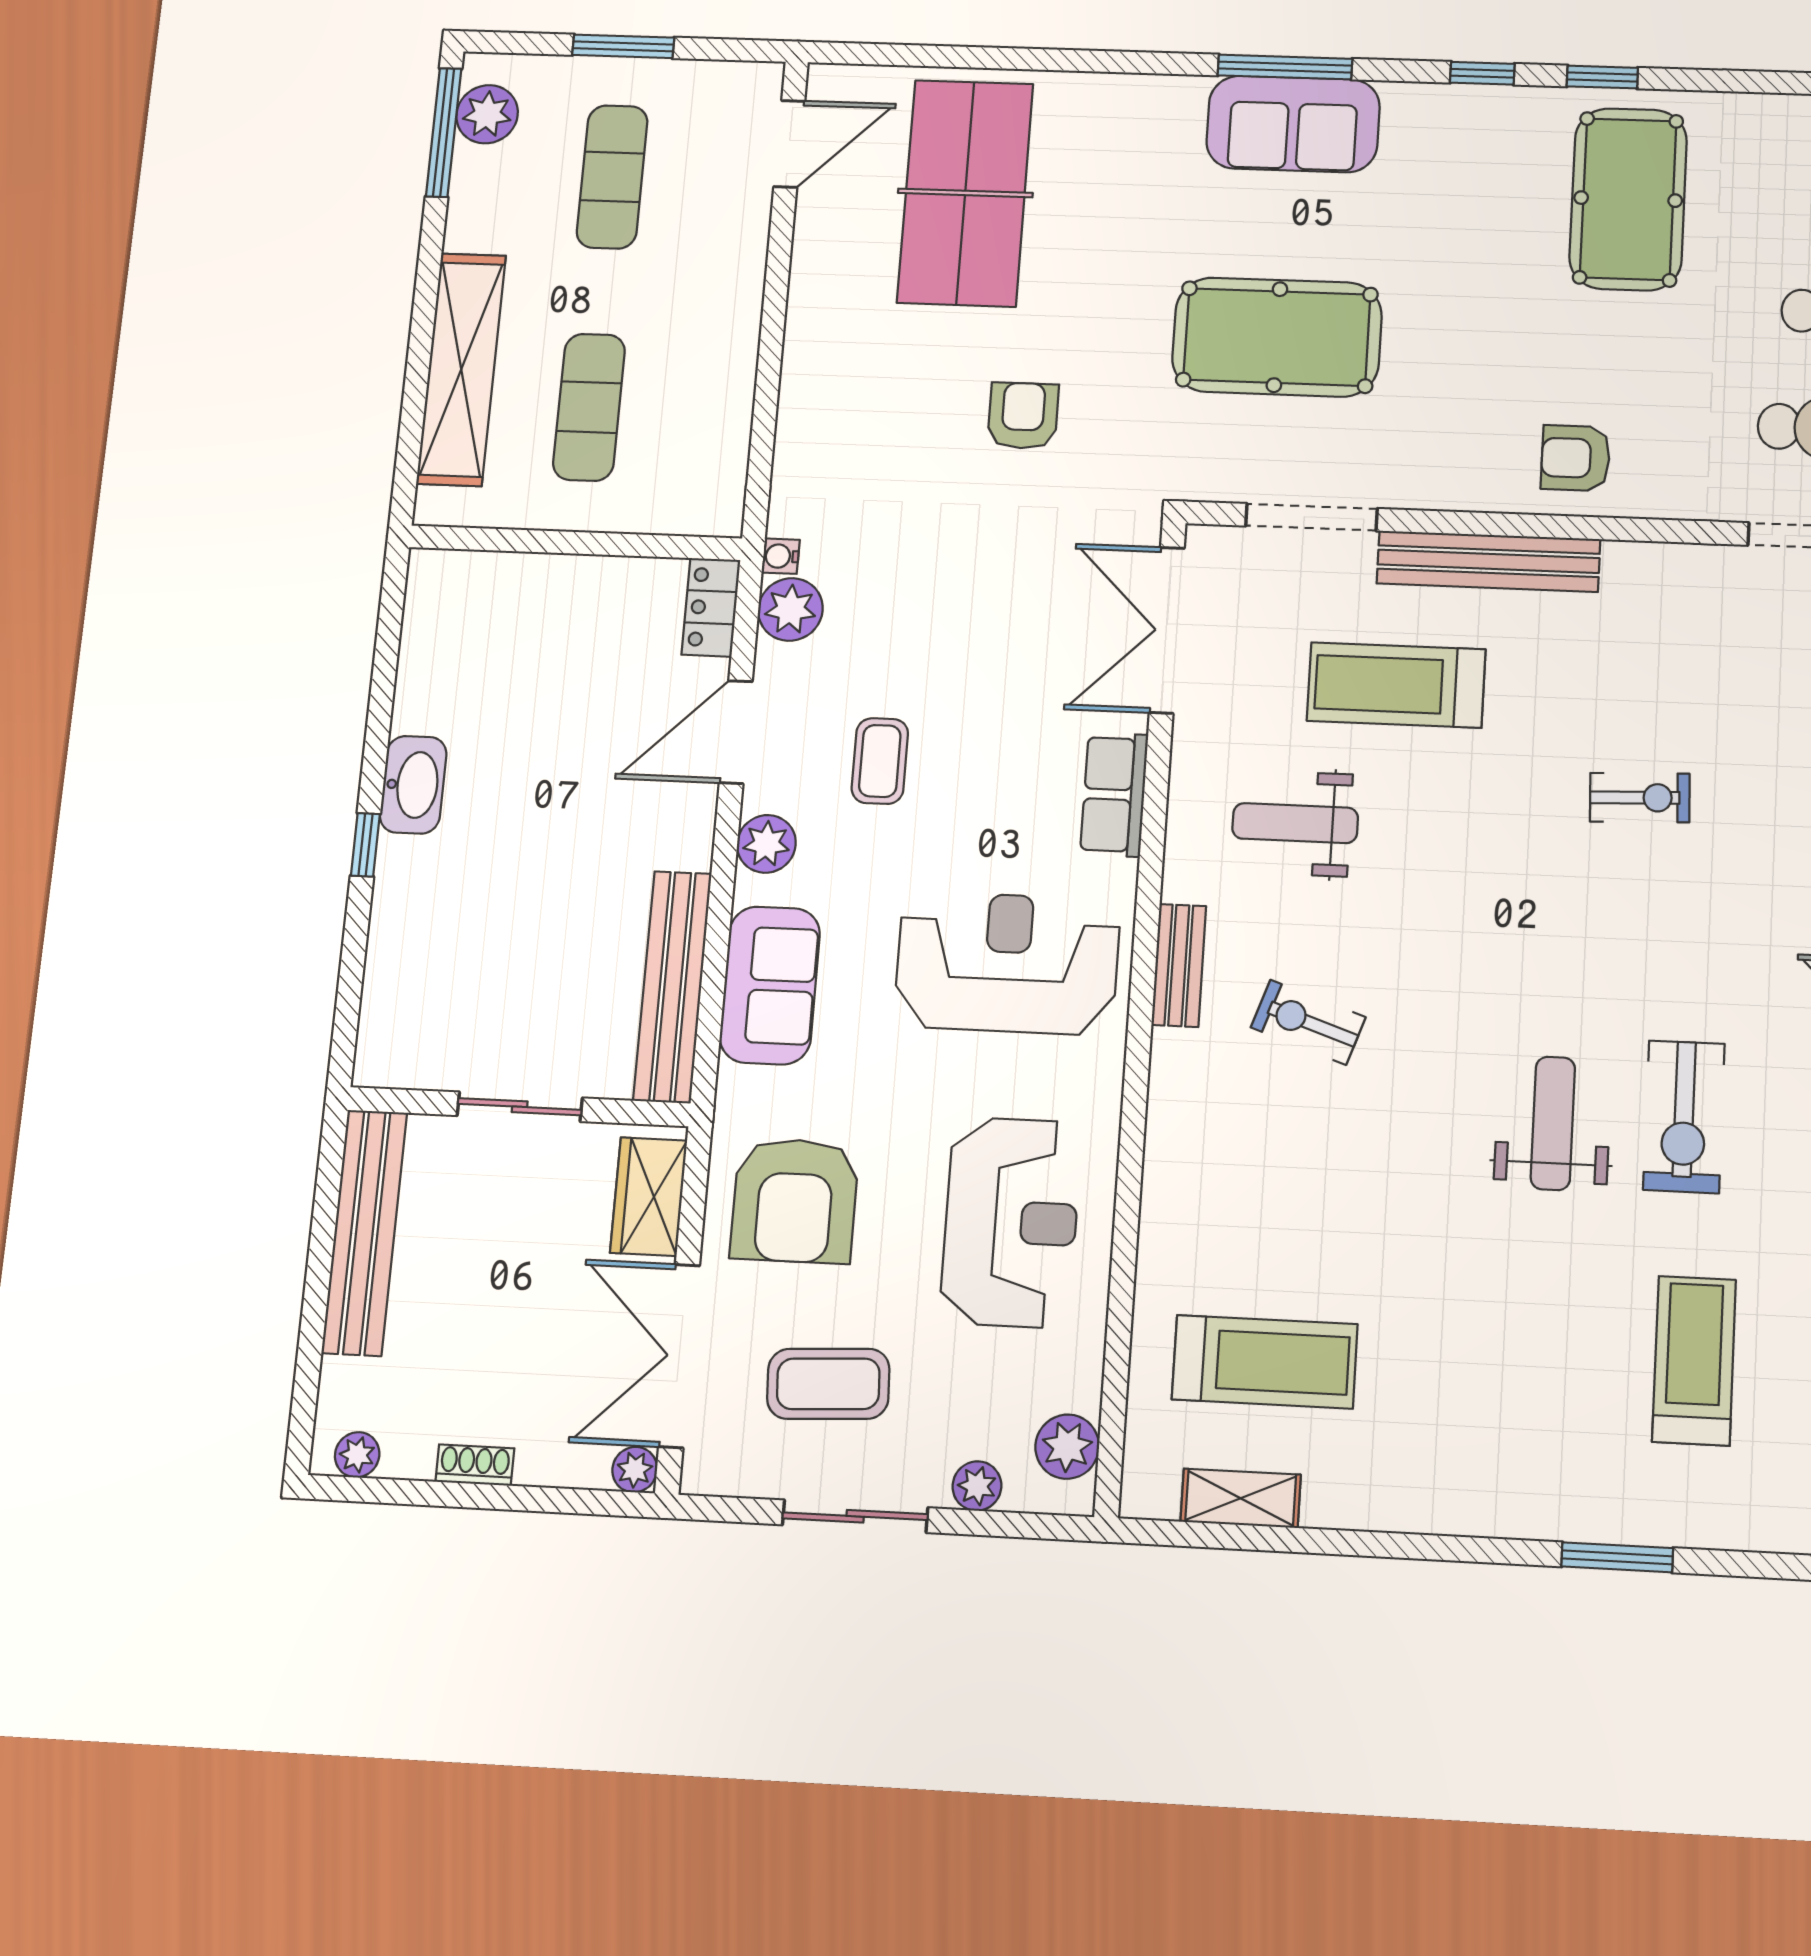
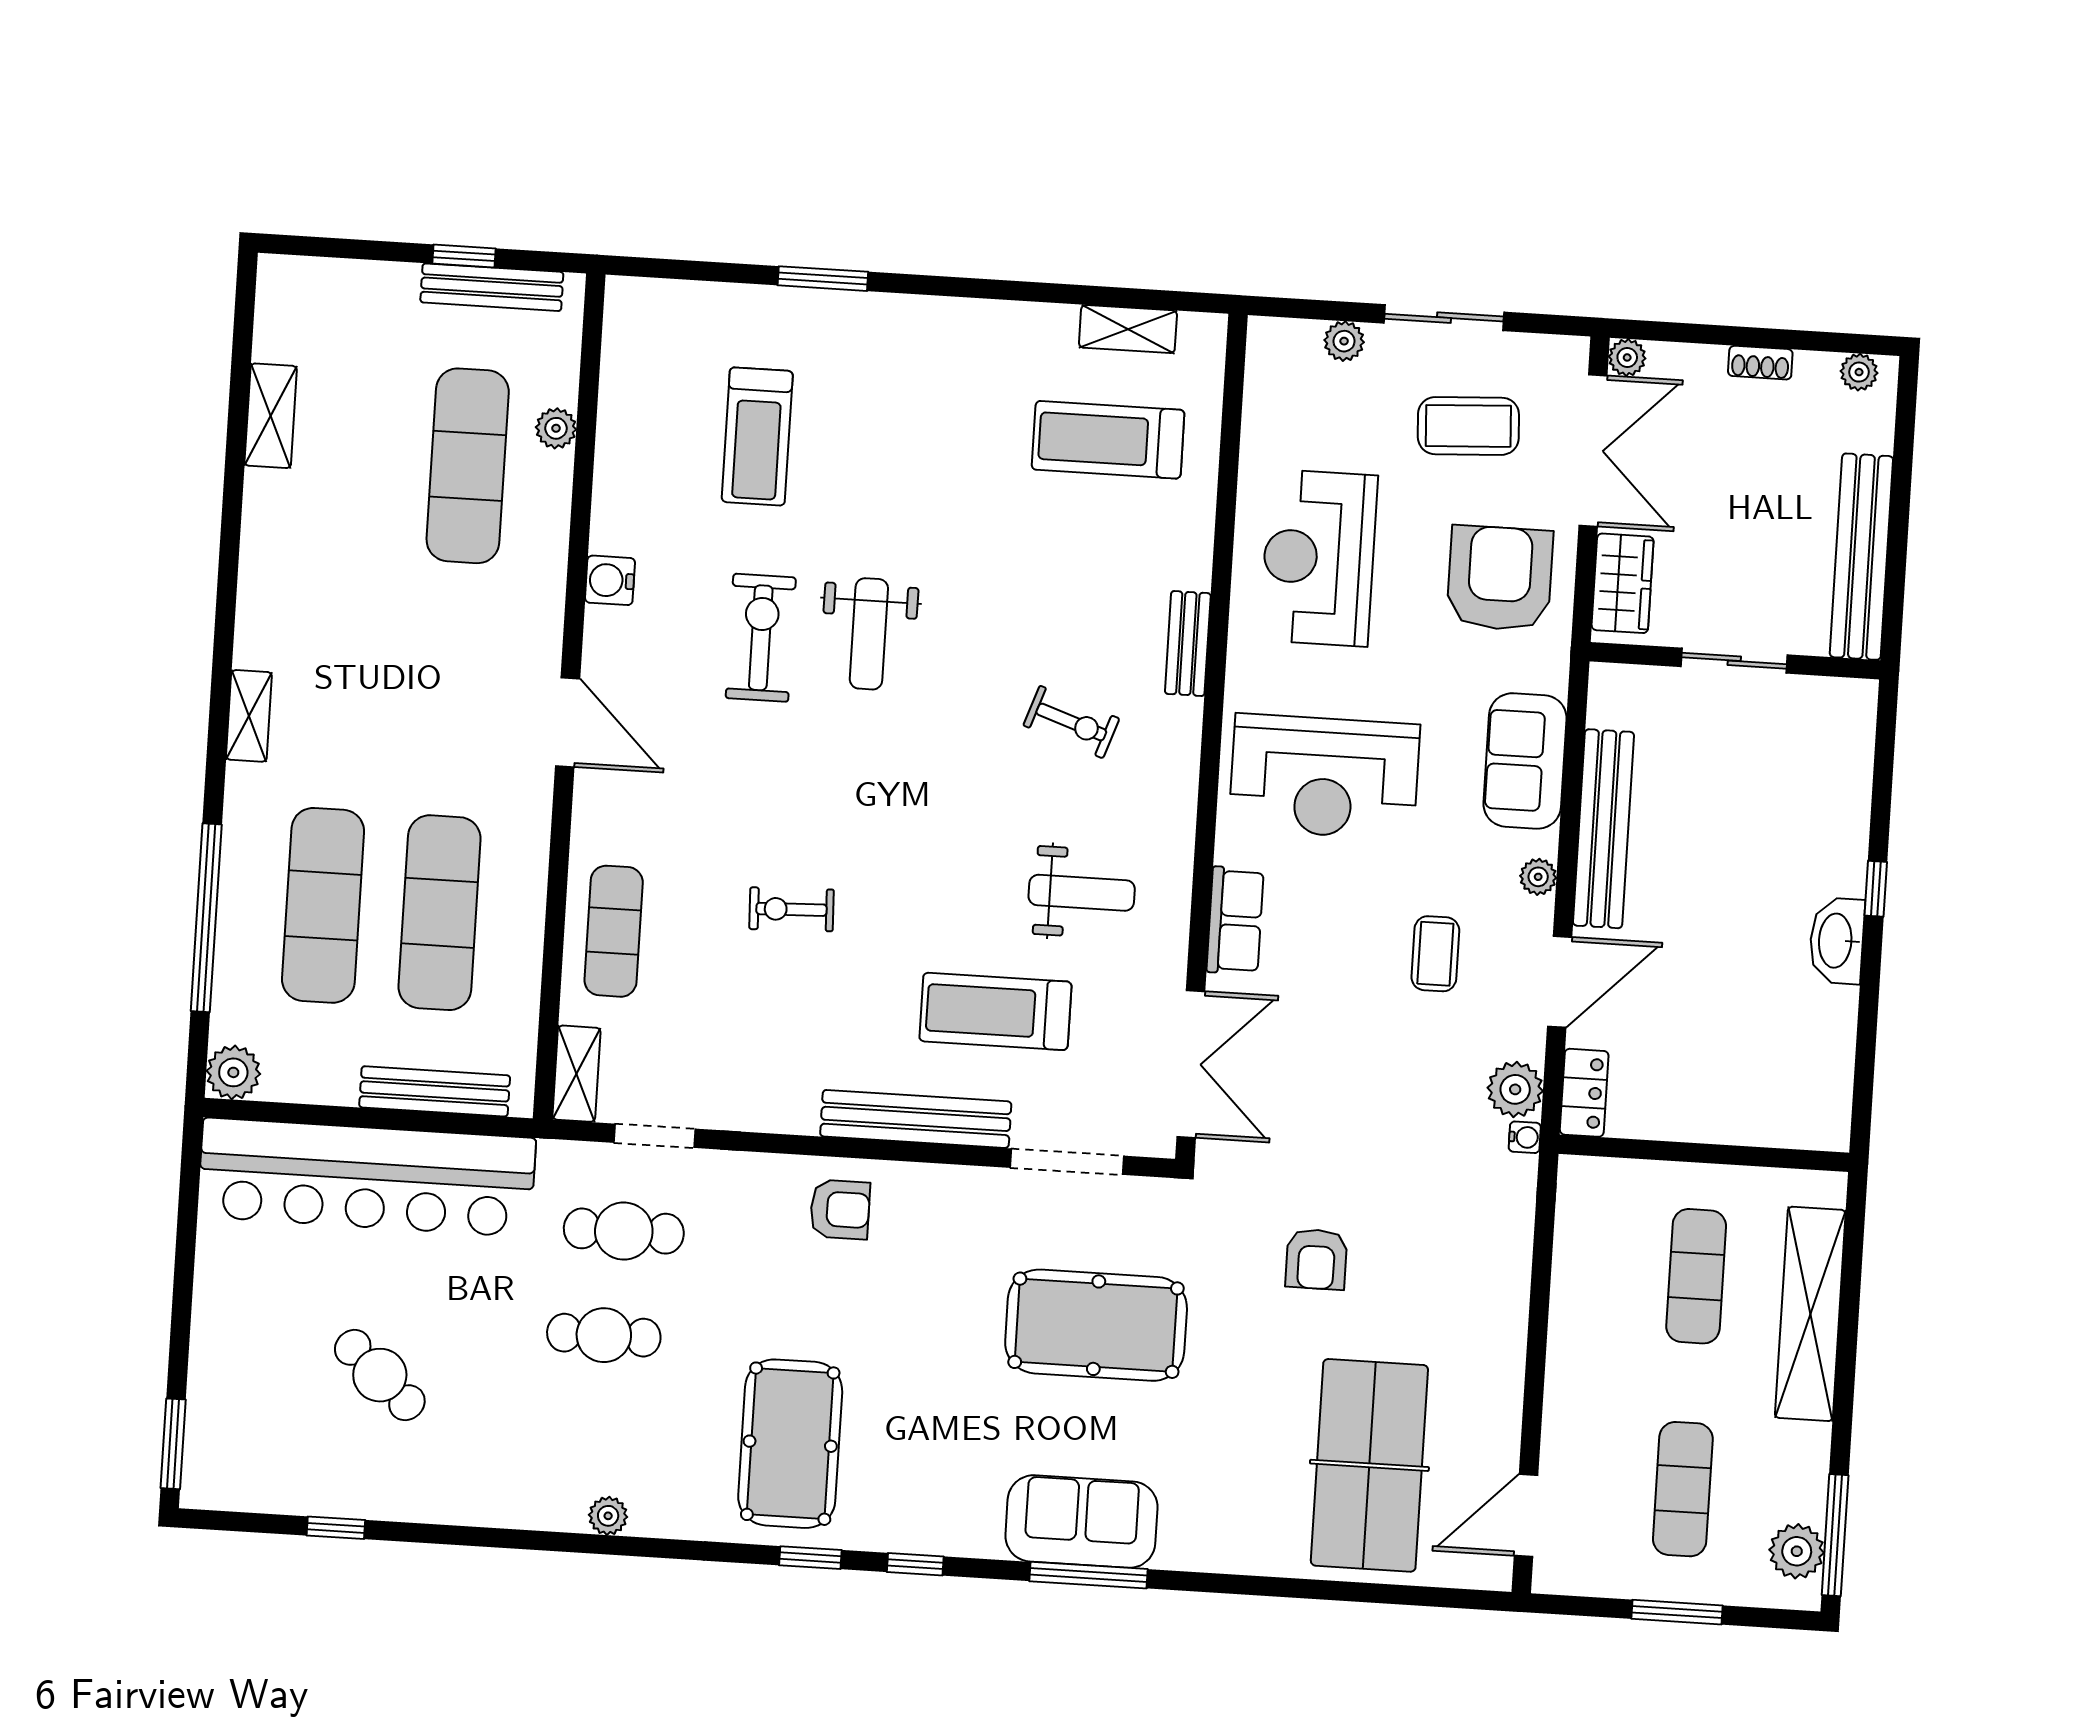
treadmill: (1396, 685) -> (995, 1011), turned 180
plant: (766, 844) -> (1538, 877), width x0.73, depth x0.73
bench: (1179, 965) -> (1188, 644), moved
bench: (672, 987) -> (1603, 829), moved
plant: (1067, 1447) -> (1270, 372), removed

